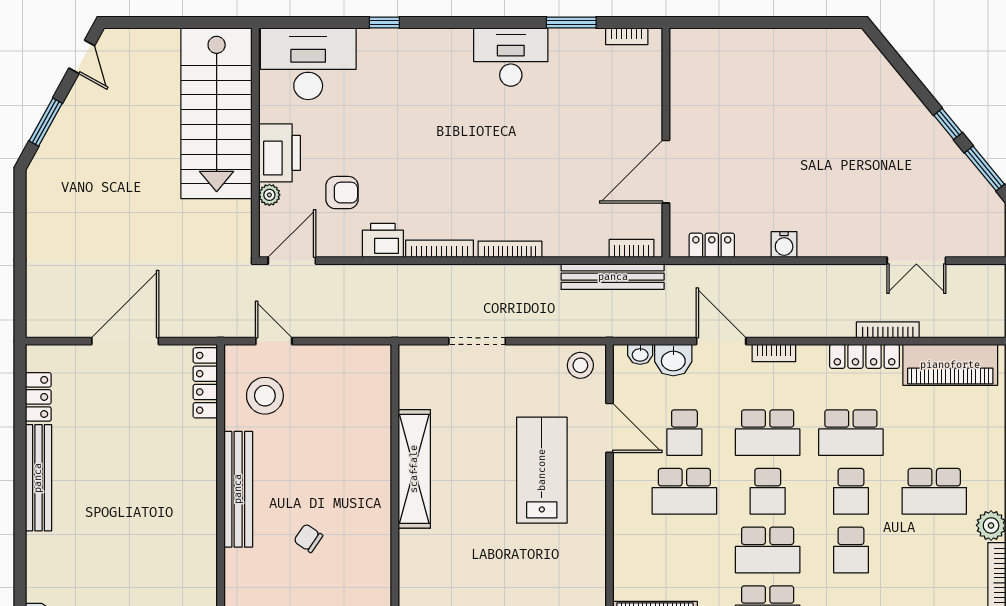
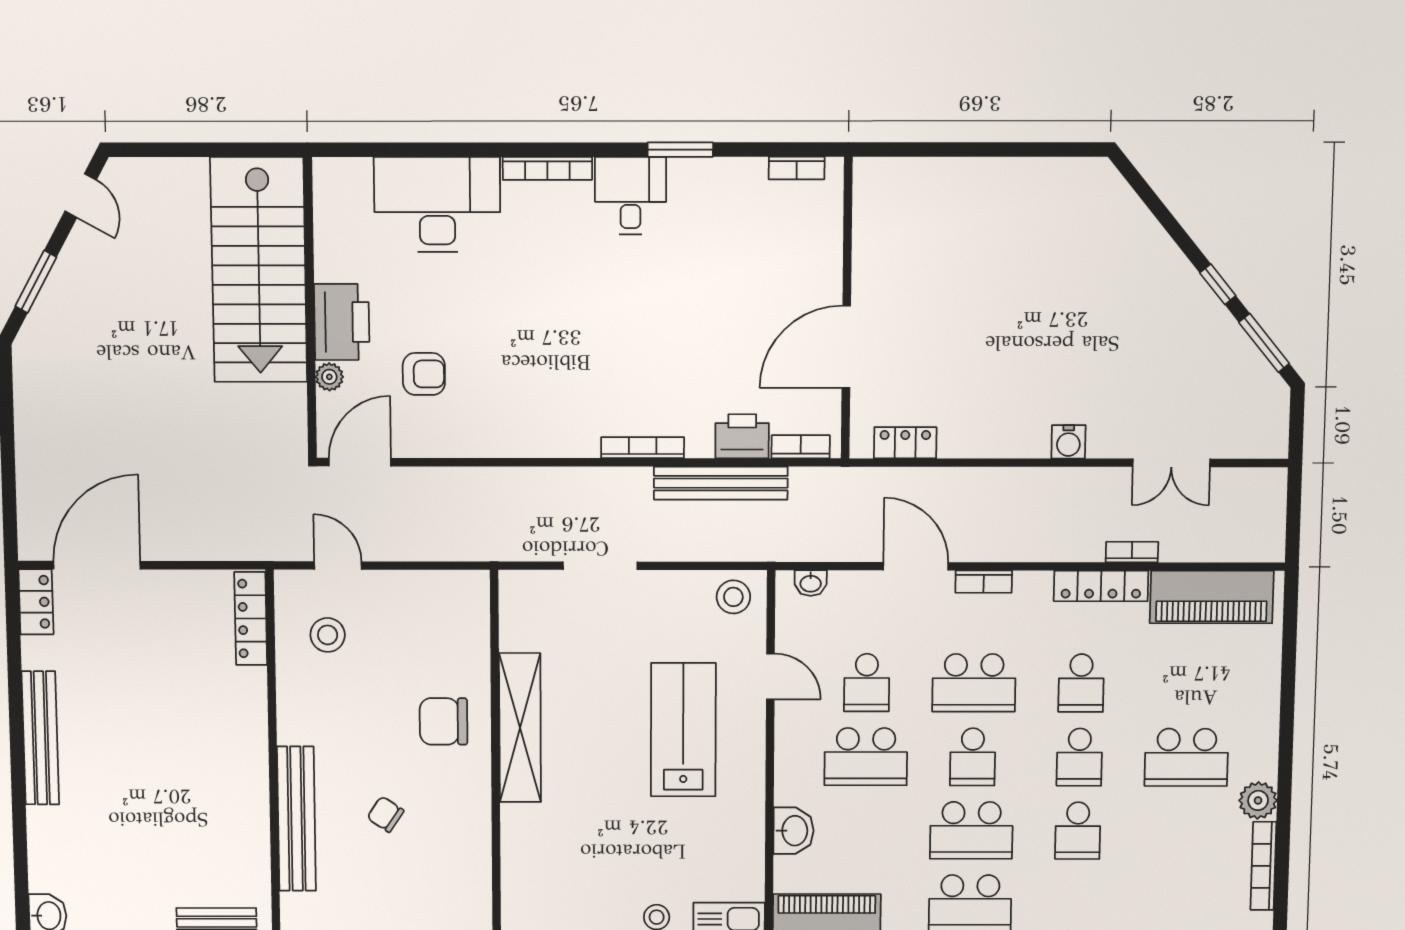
window: (384, 22) -> (477, 150), removed
window: (571, 22) -> (680, 150), moved
desk: (511, 57) -> (631, 196), width x0.73
desk: (308, 64) -> (437, 204), moved
printer: (383, 240) -> (742, 436), moved
water cooler: (784, 244) -> (1068, 442), moved
bookcase: (439, 249) -> (547, 168), moved, turned 180
bench: (613, 277) -> (721, 483), moved
bookcase: (888, 330) -> (1132, 552), width x0.64
door: (125, 341) -> (97, 565), moved
washbasin: (673, 360) -> (794, 831), moved, turned -90
stool: (265, 396) -> (328, 635), width x0.73, depth x0.73
locker: (38, 397) -> (36, 602), moved
door: (609, 428) -> (770, 676), width x0.73
school desk: (851, 433) -> (1081, 683), width x0.54
chair: (355, 464) -> (444, 721), added
bench: (238, 489) -> (296, 819), moved

